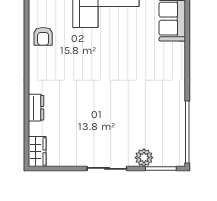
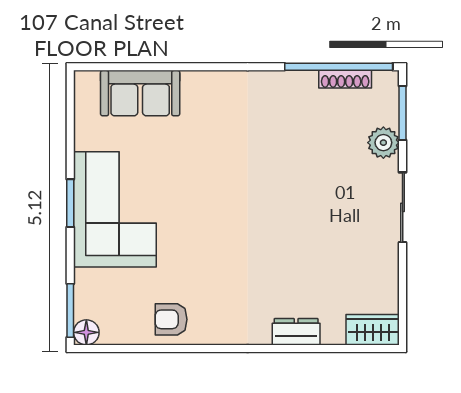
armchair: (43, 36) -> (171, 319), turned 180
shoe rack: (180, 136) -> (345, 79), added

